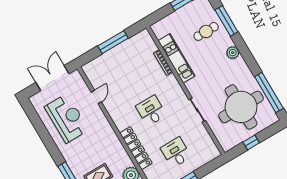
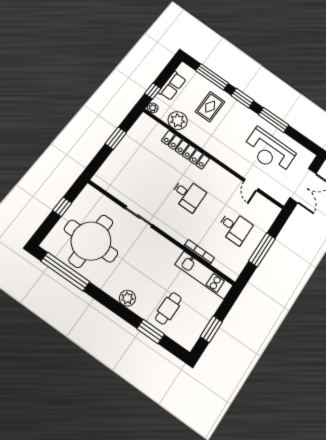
window: (226, 21) -> (151, 331), width x0.69
kitchen unit: (177, 58) -> (204, 275), moved
window: (49, 143) -> (274, 120), added
desk: (176, 152) -> (235, 227), moved

